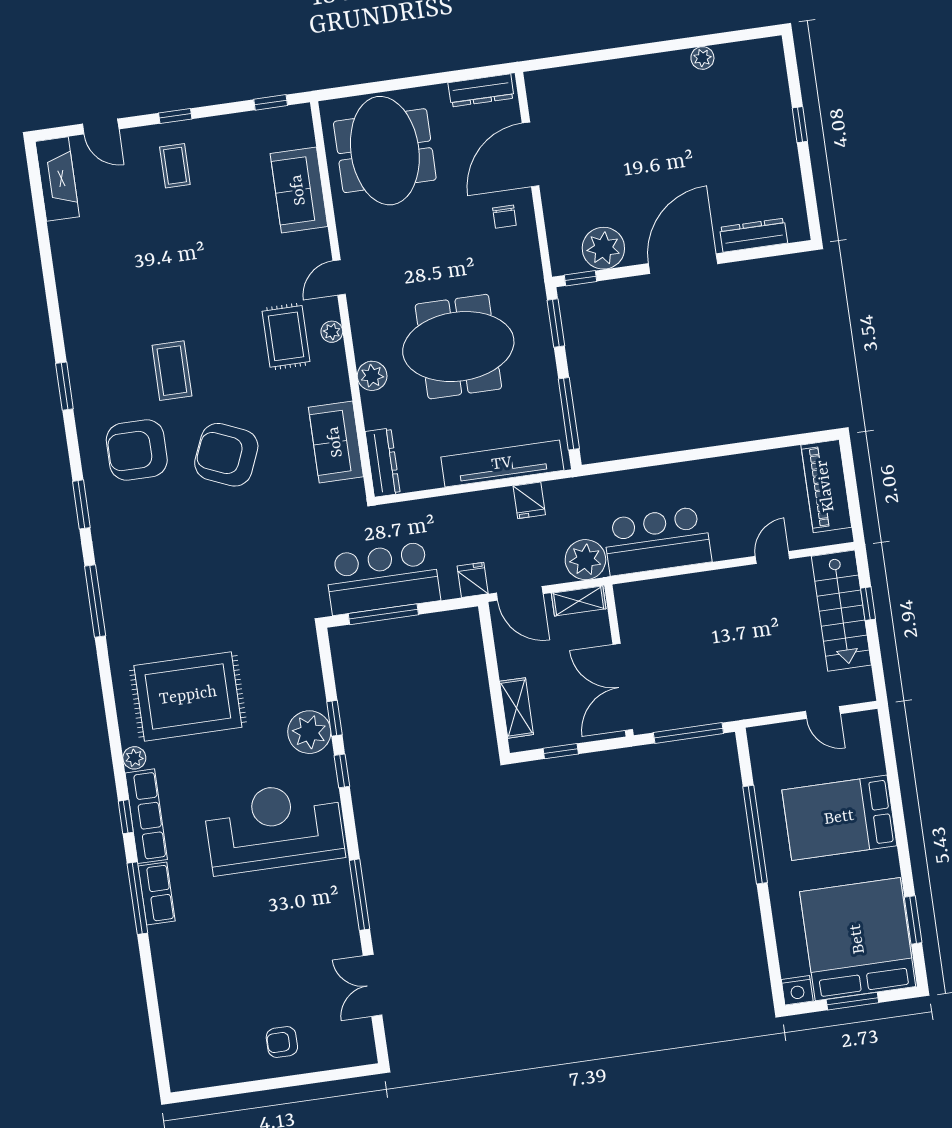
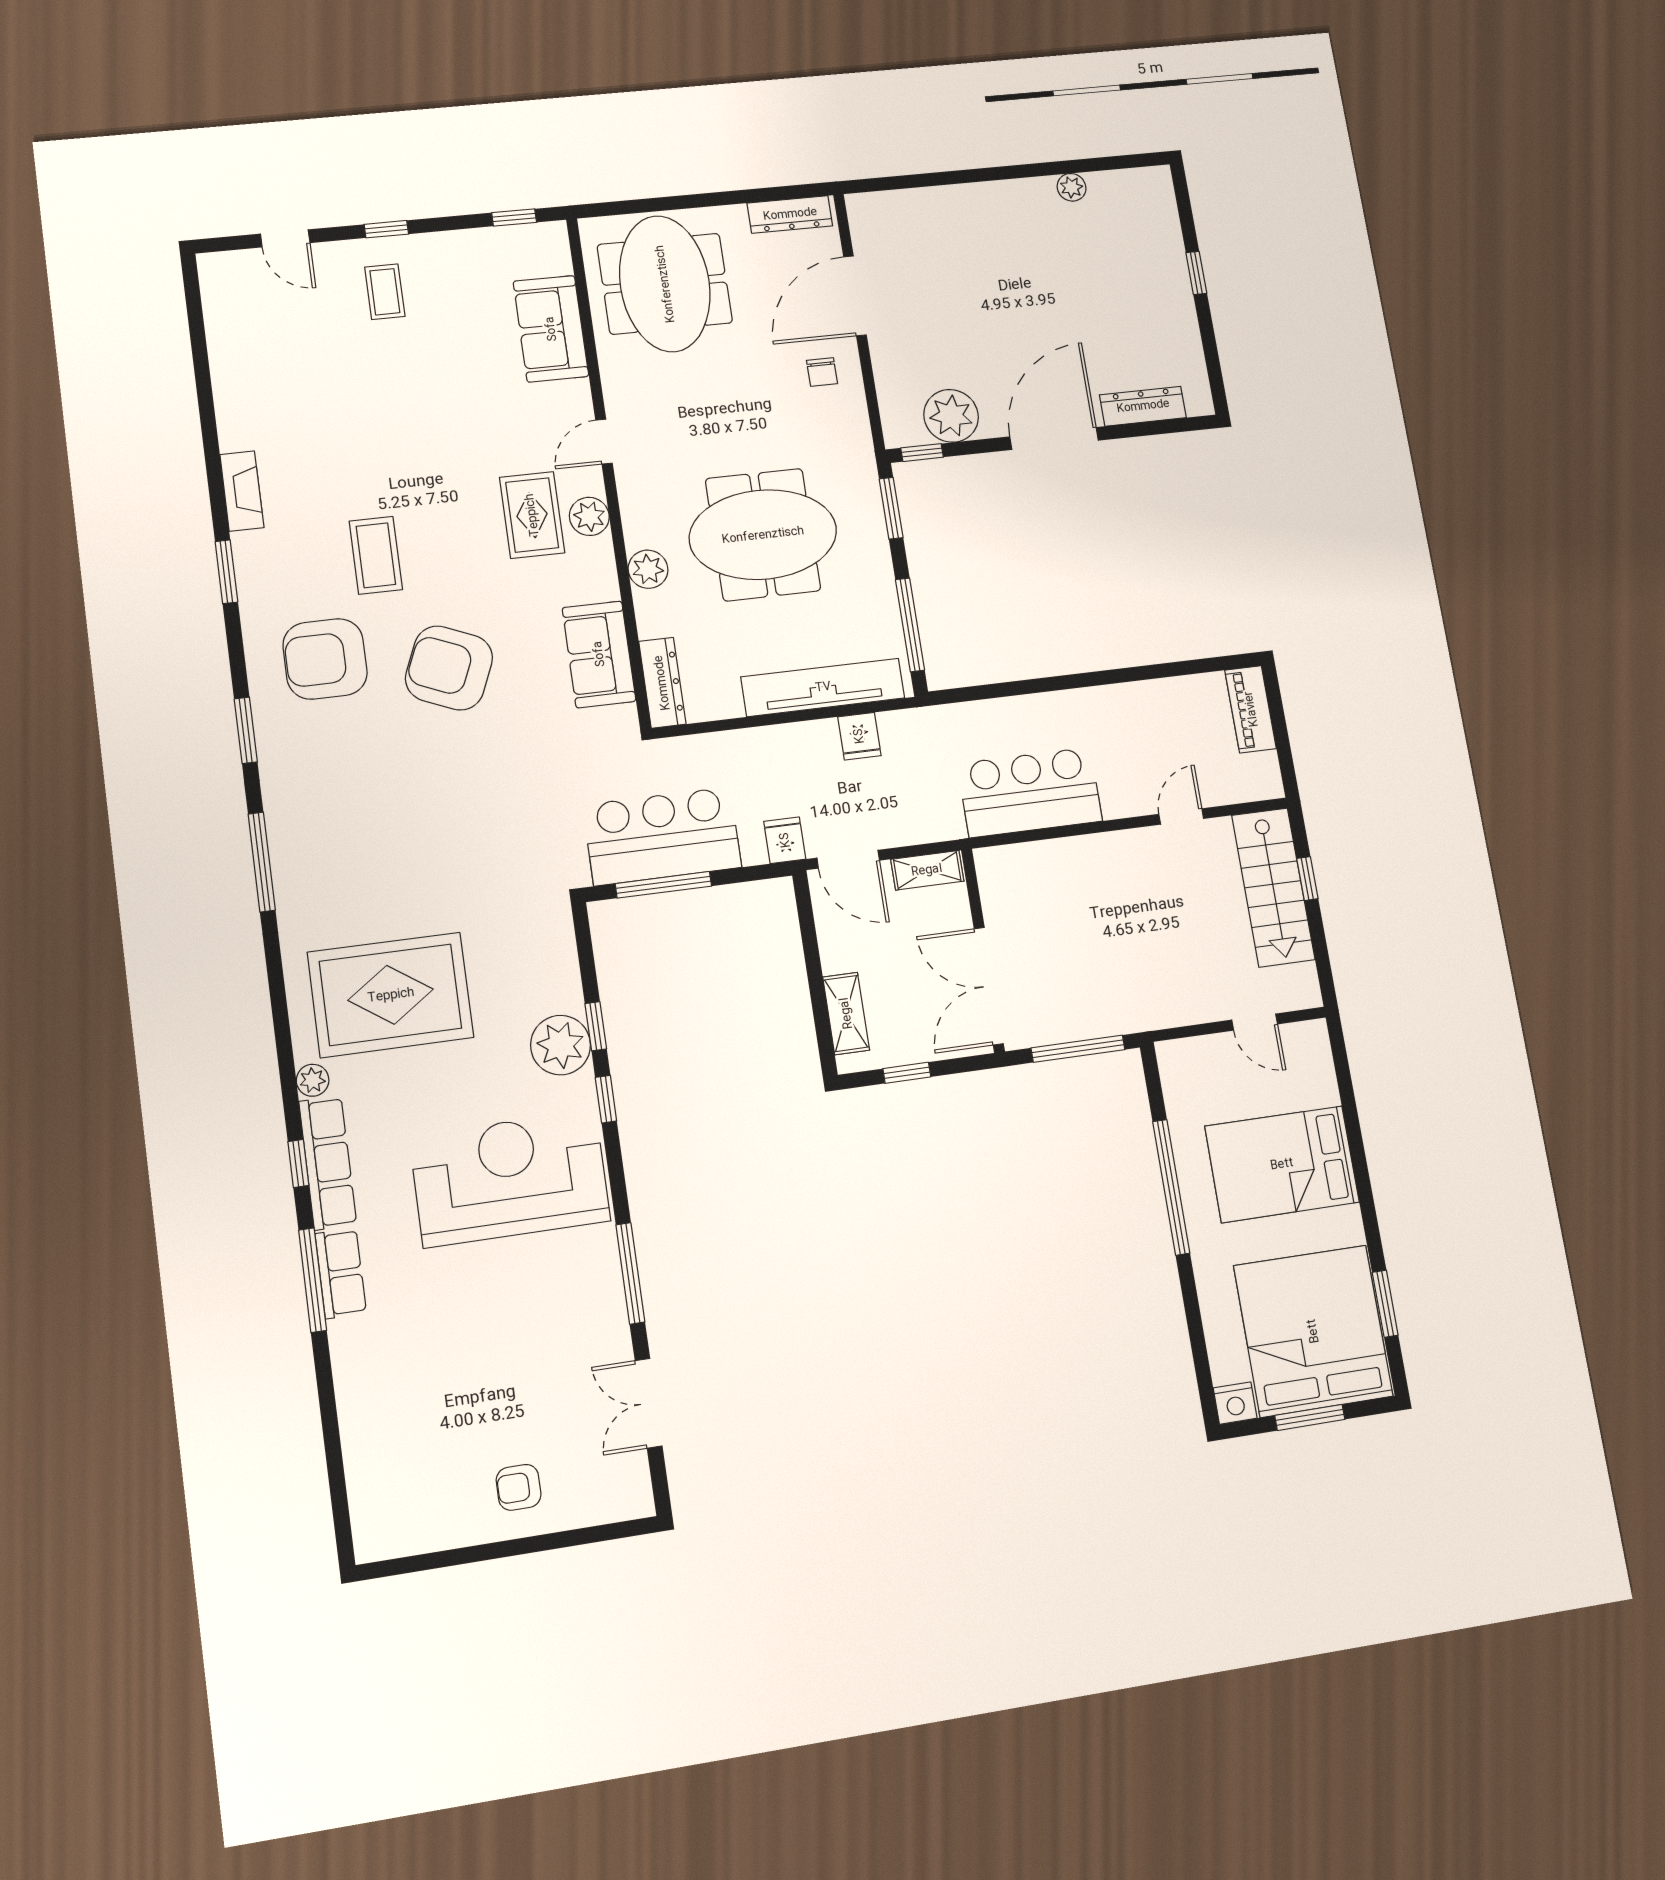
fireplace: (57, 179) -> (242, 491), moved, width x0.73, depth x0.76
plant: (332, 332) -> (589, 516), width x1.38, depth x1.38
piano: (826, 486) -> (1251, 709), width x0.73, depth x0.75
plant: (585, 560) -> (935, 816), removed

